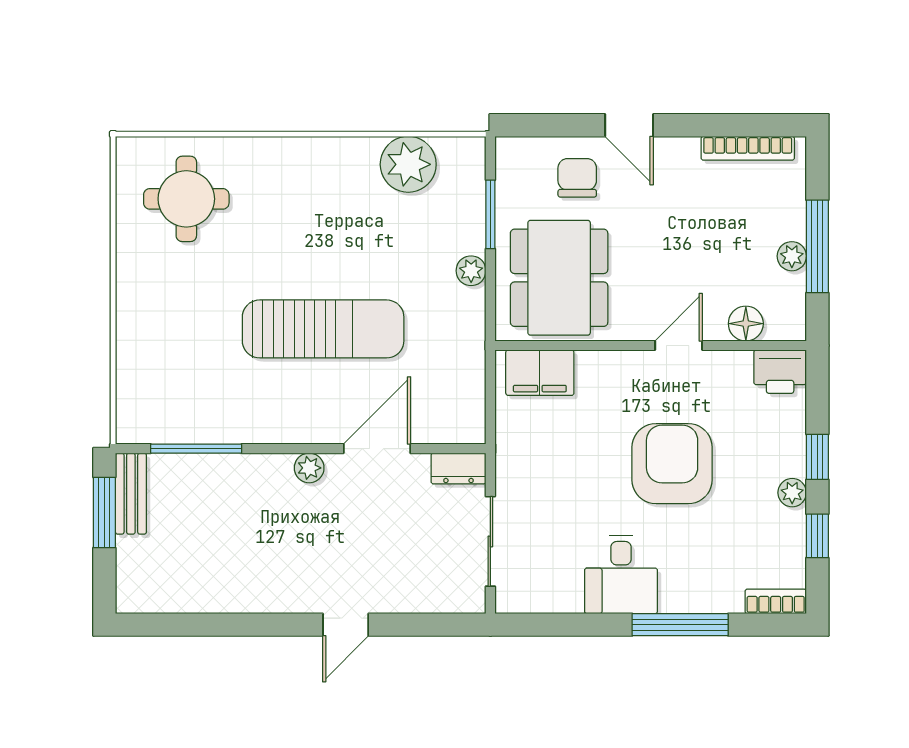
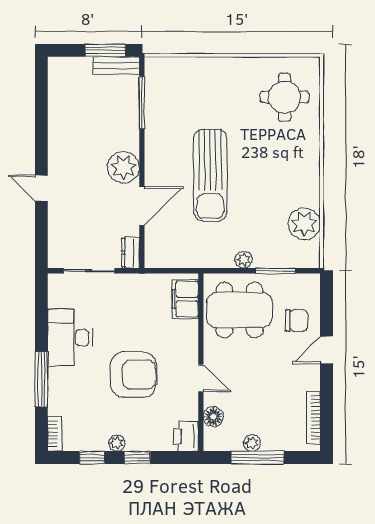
door: (377, 449) -> (142, 206), hinge flipped
plant: (309, 468) -> (123, 167), width x1.88, depth x1.88
desk: (621, 574) -> (70, 338), width x1.37

